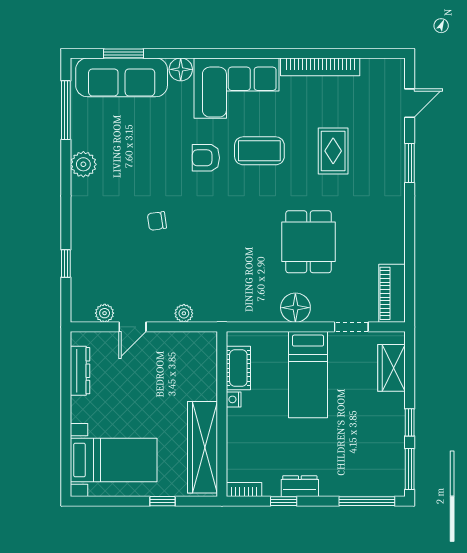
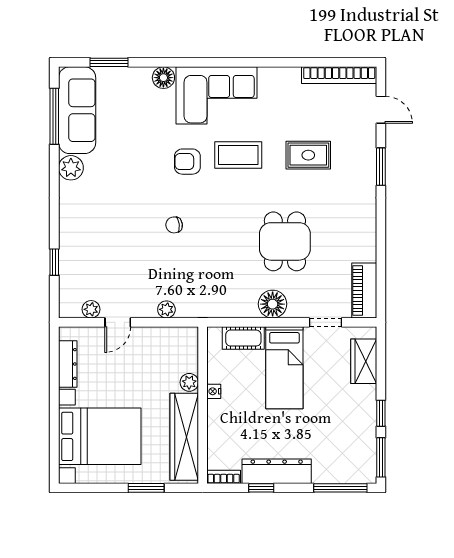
bookcase: (320, 67) -> (339, 75), moved
sofa: (122, 77) -> (77, 110), moved, turned -90
door: (410, 103) -> (381, 110), hinge flipped
rug: (333, 151) -> (308, 155), turned 90
chair: (157, 221) -> (174, 225), moved
cot: (238, 368) -> (243, 338), moved, turned 90
plant: (208, 390) -> (189, 382), added
bed with nightstands: (114, 460) -> (100, 436), width x1.36
dresser: (300, 486) -> (277, 471), width x1.96, depth x1.24
window: (162, 501) -> (146, 488), width x1.50

